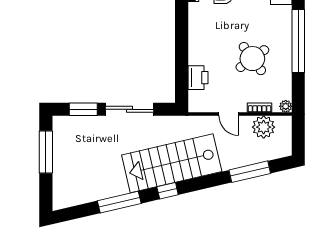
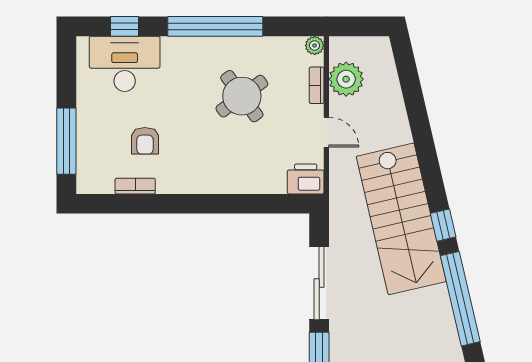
printer: (198, 78) -> (306, 179), moved
door: (229, 114) -> (326, 132), hinge flipped
window: (250, 172) -> (414, 100), removed
window: (119, 202) -> (460, 299), width x1.46

